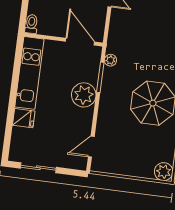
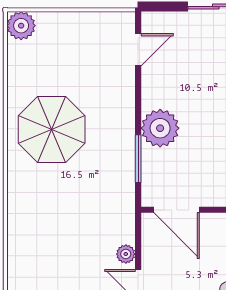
plant: (110, 60) -> (126, 254), moved

